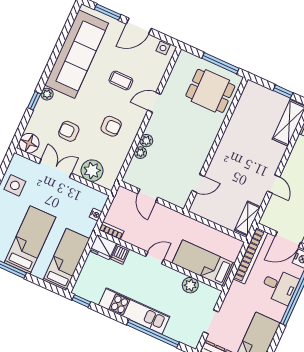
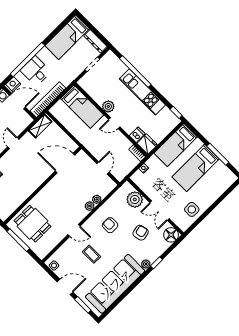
armchair: (69, 131) -> (141, 233), turned -102
door: (198, 183) -> (65, 163), width x1.87
plant: (190, 285) -> (108, 106), moved

